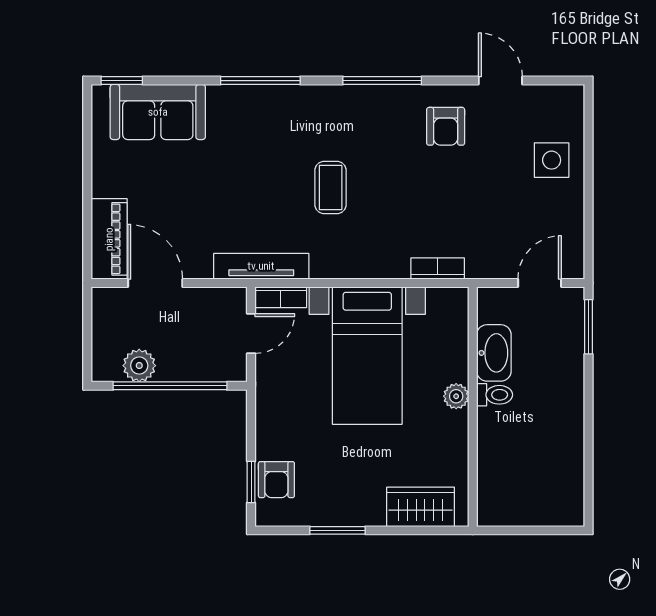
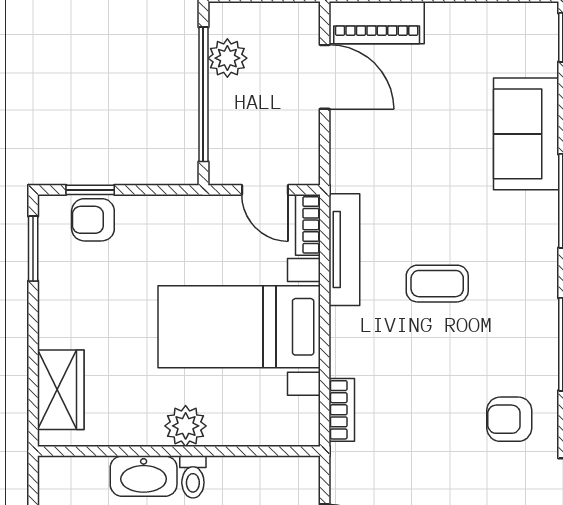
sofa: (158, 112) -> (526, 134), moved
tv unit: (261, 266) -> (344, 250), moved
door: (155, 283) -> (325, 77), hinge flipped
washbasin: (494, 353) -> (144, 476), moved
plant: (456, 396) -> (186, 426), width x1.38, depth x1.38
window: (337, 530) -> (33, 249), moved

